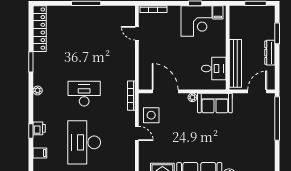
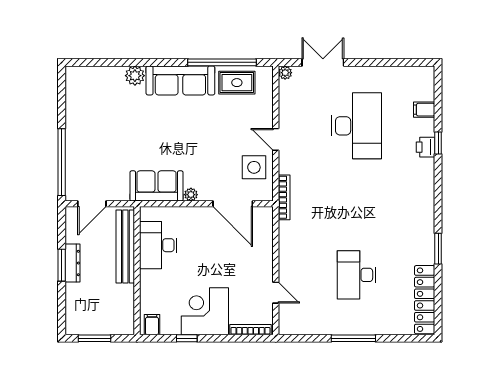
corner desk: (197, 21) -> (205, 311), moved
window: (277, 33) -> (62, 265), moved
desk: (214, 68) -> (158, 245), width x1.37
plant: (38, 90) -> (428, 205), removed
desk: (84, 94) -> (356, 275), moved, turned 90

